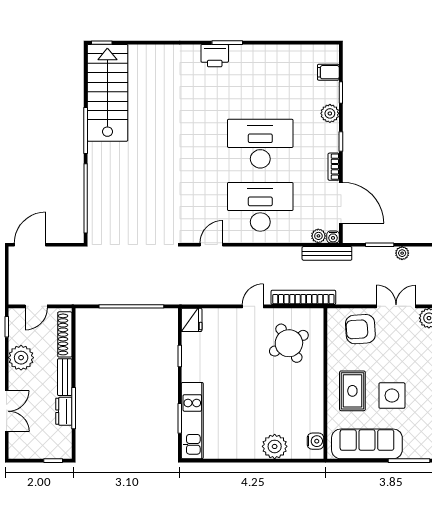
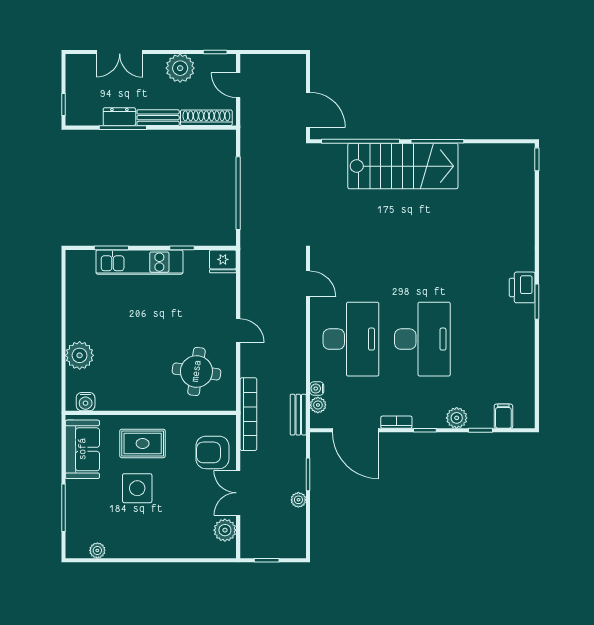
stairs: (107, 93) -> (403, 166), moved
door: (341, 203) -> (356, 430), hinge flipped
water cooler: (333, 237) -> (317, 389), moved
door: (30, 245) -> (308, 110), moved
bench: (327, 253) -> (298, 415), width x0.73
bookcase: (303, 297) -> (248, 414), moved
double door: (396, 306) -> (238, 493), swing flipped
armchair: (360, 329) -> (212, 452), turned -86
round table: (289, 343) -> (196, 371), turned 37
kitchen unit: (192, 421) -> (139, 262), moved
sofa: (367, 444) -> (82, 449), width x0.73

